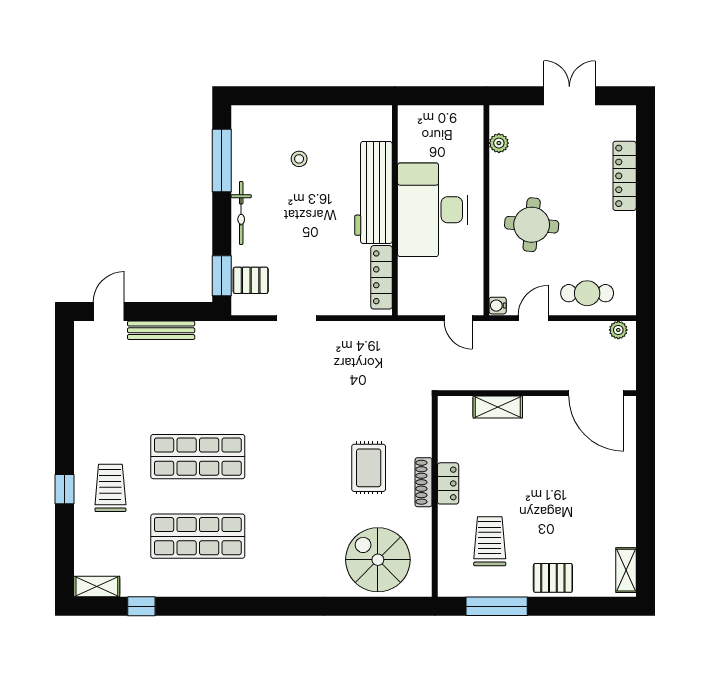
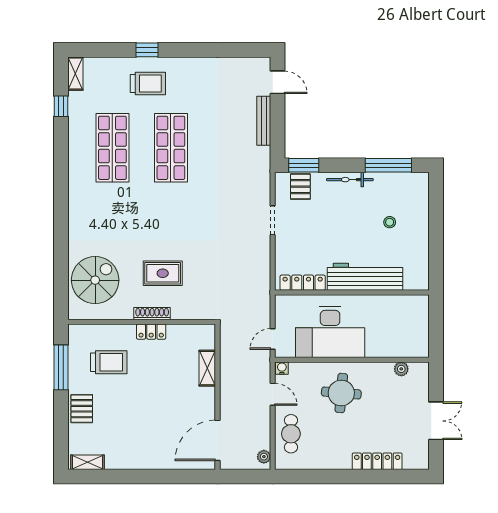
desk: (433, 210) -> (330, 332), moved, turned 180

